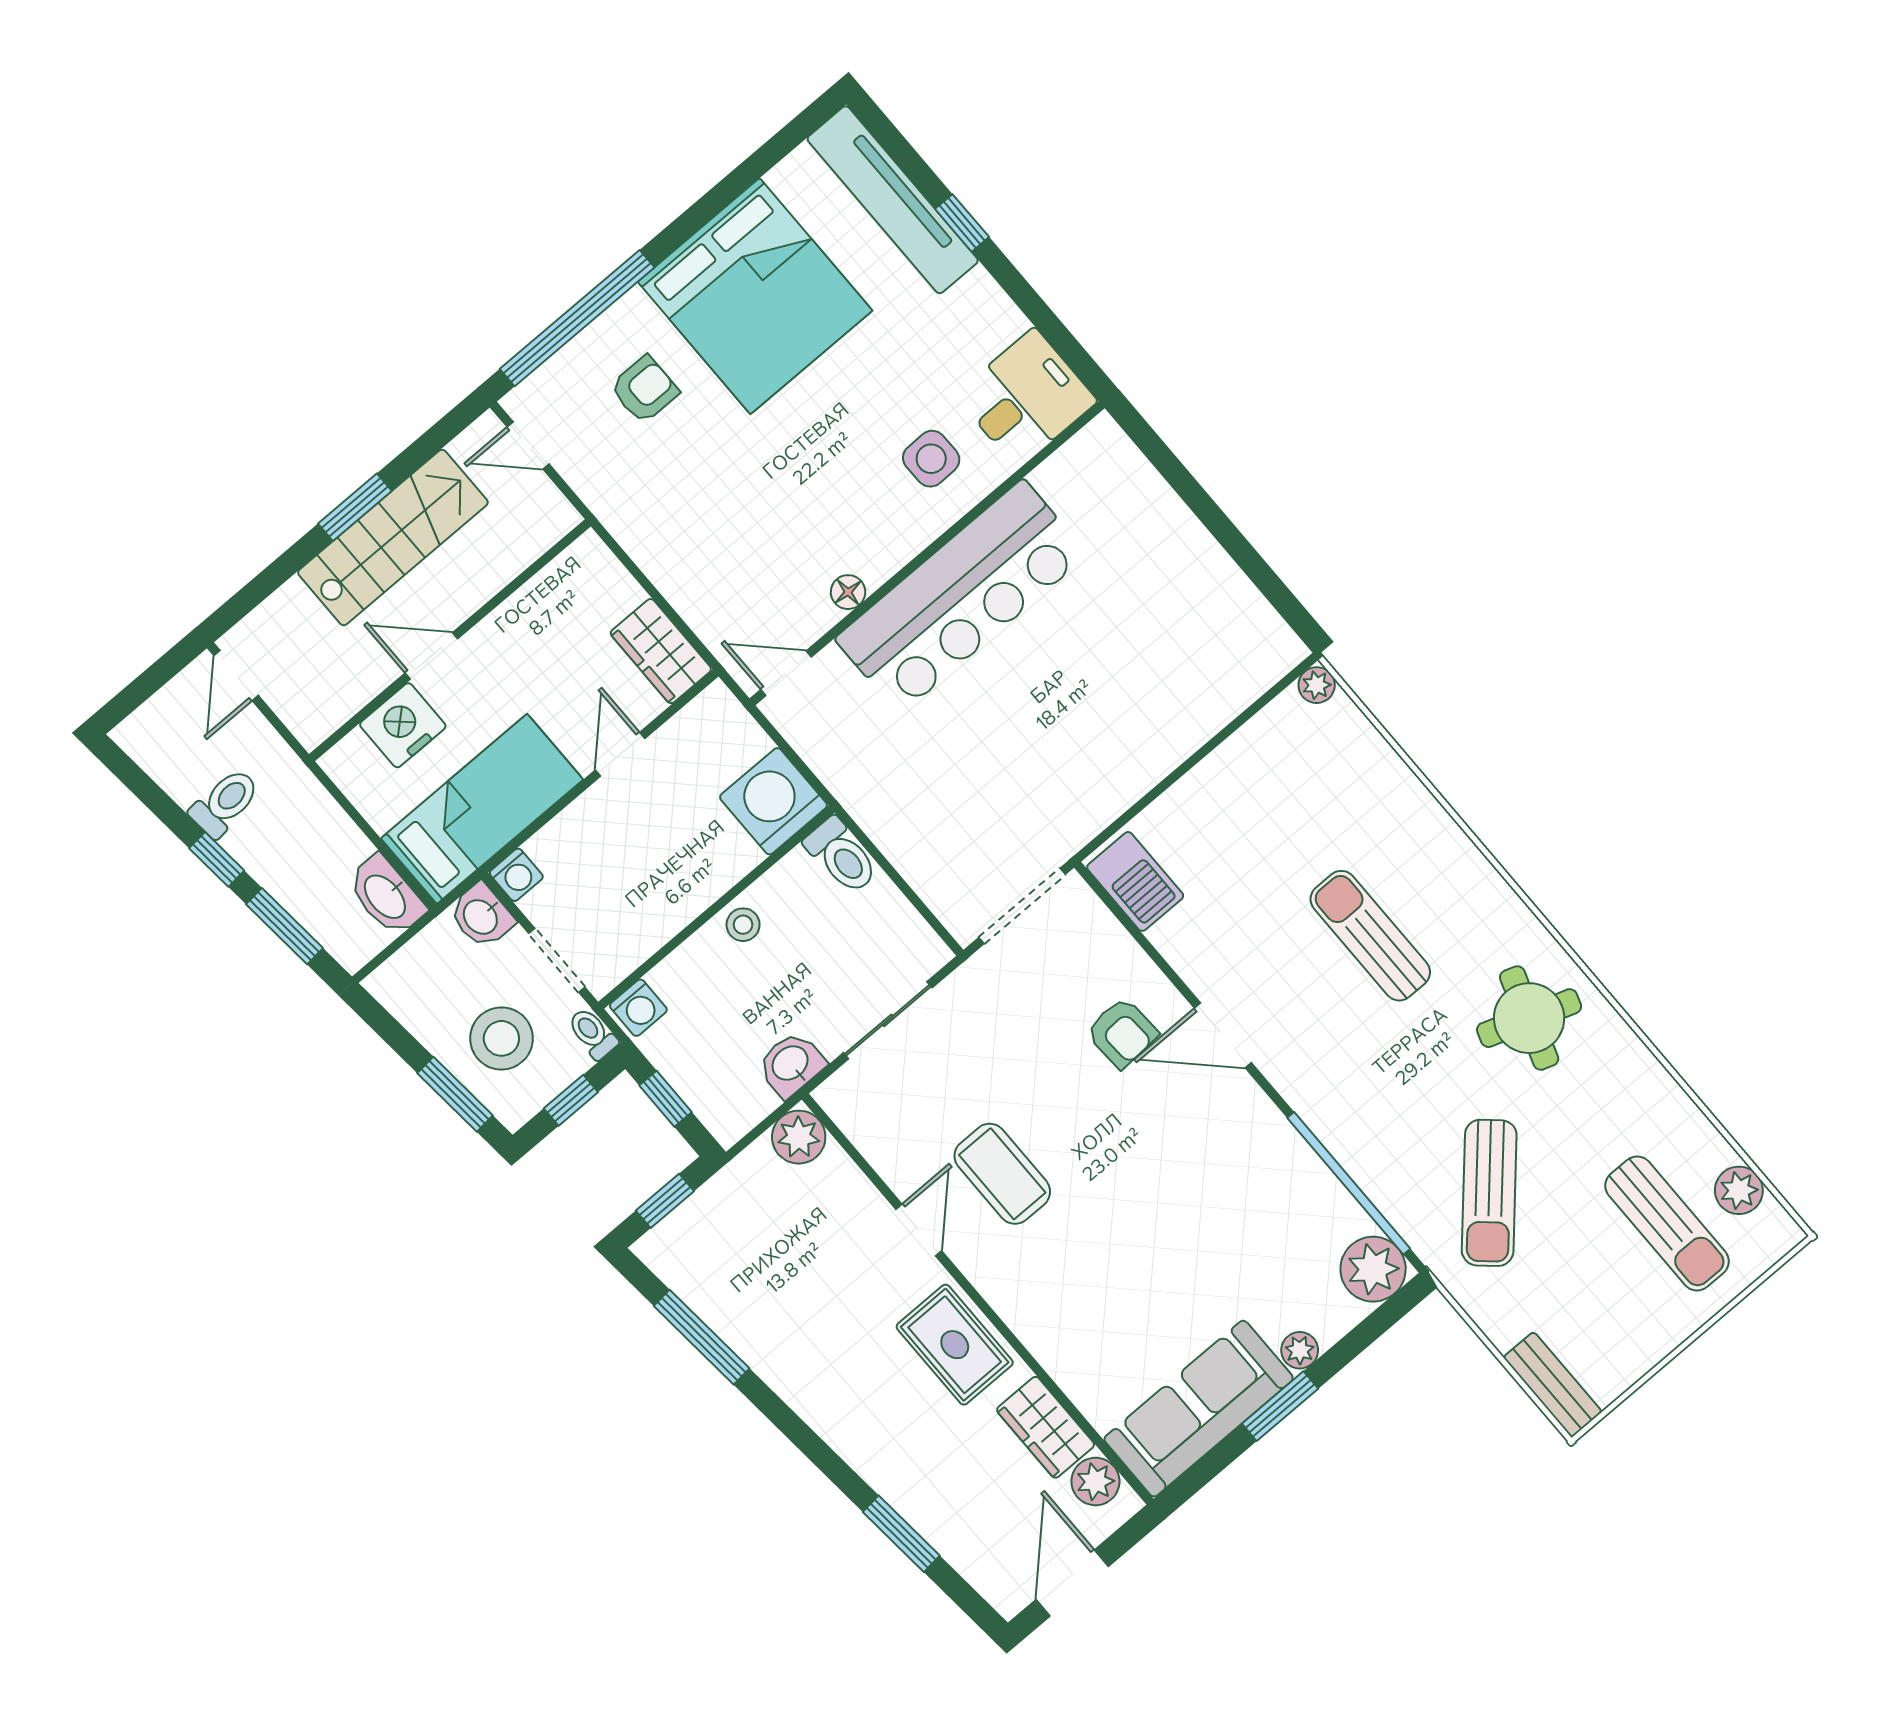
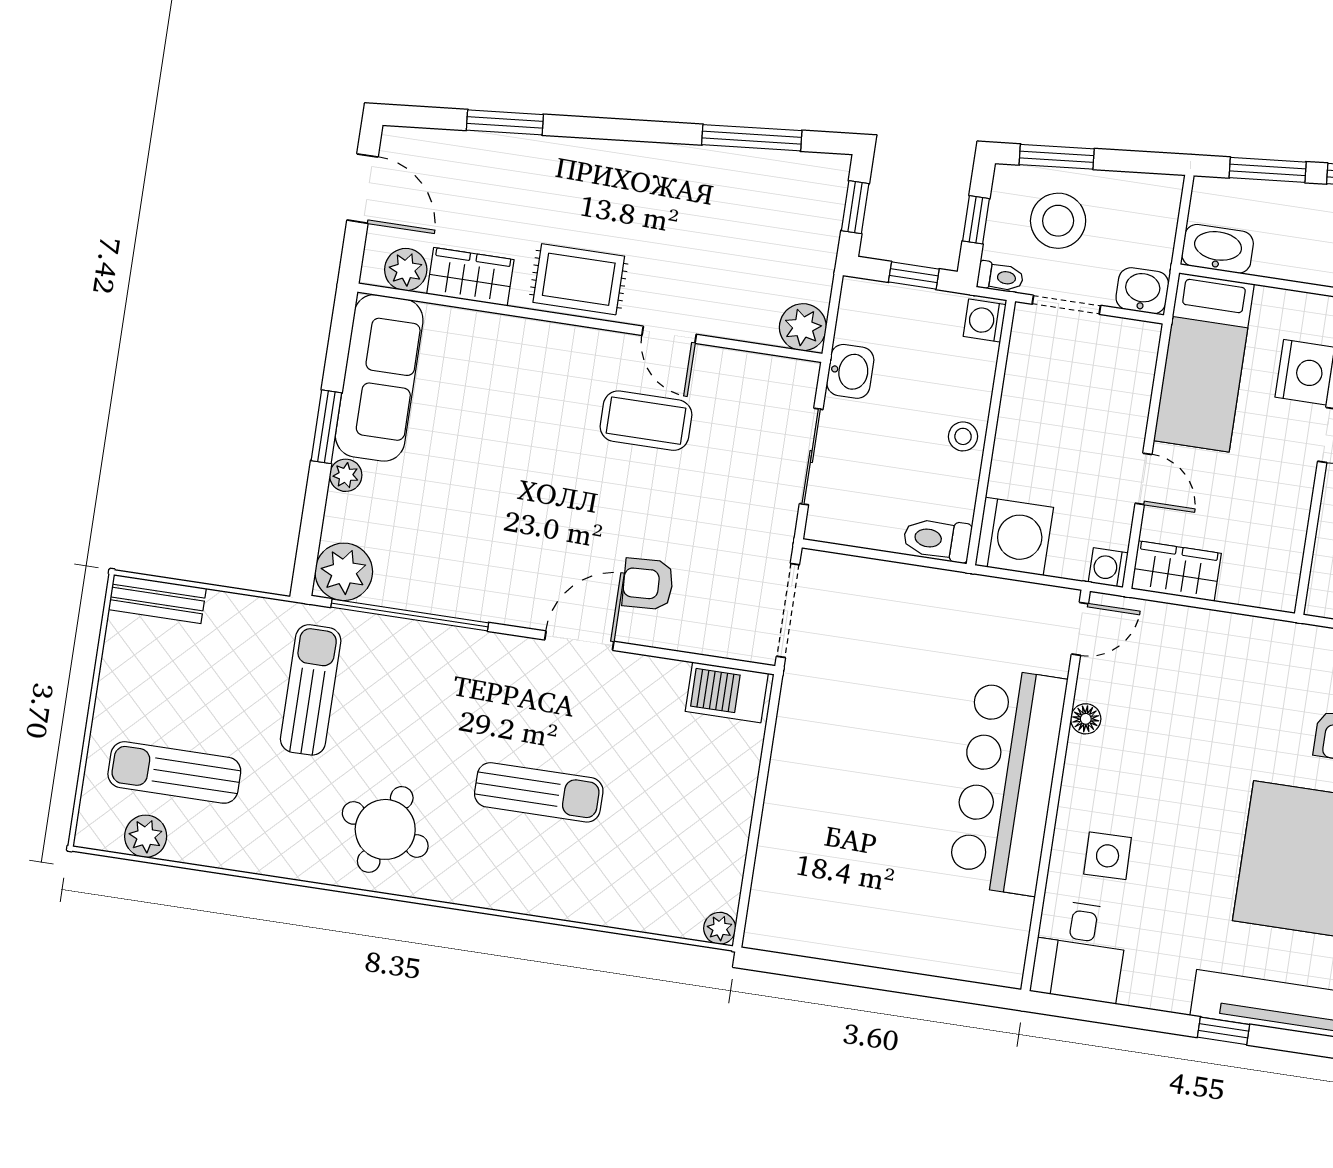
washing machine: (516, 875) -> (1108, 568), moved
sun lounger: (1489, 1193) -> (311, 690), turned 48

